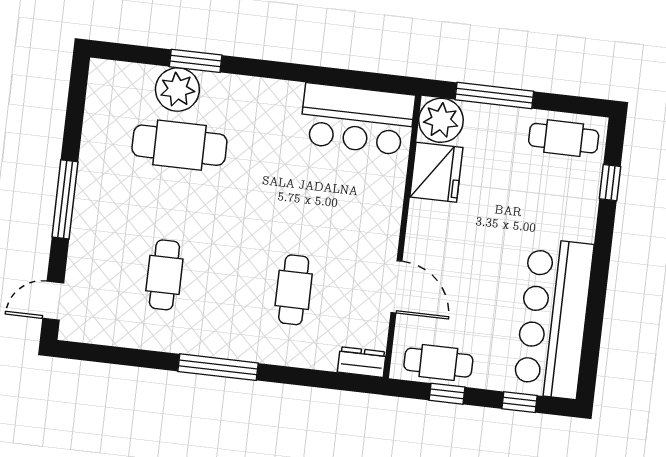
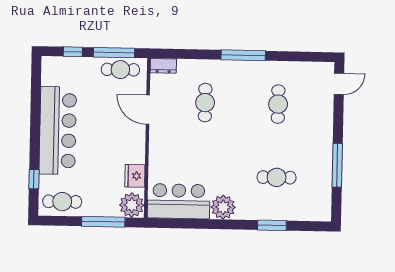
plant: (177, 90) -> (223, 207), moved
cafe table: (179, 145) -> (277, 177), width x0.73, depth x0.74
fridge: (436, 172) -> (135, 176), width x0.73, depth x0.75
window: (65, 199) -> (337, 165), moved
bar counter: (553, 319) -> (58, 130), moved
window: (447, 394) -> (114, 53), width x2.17

